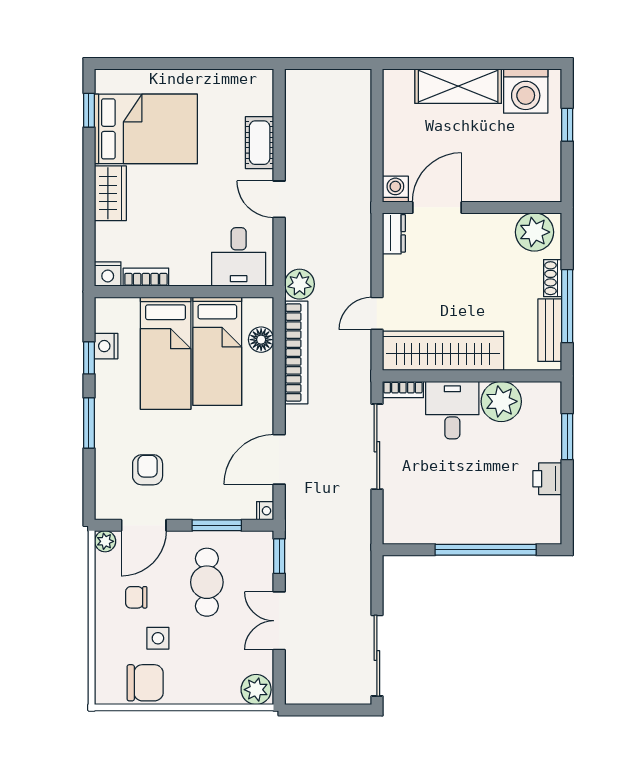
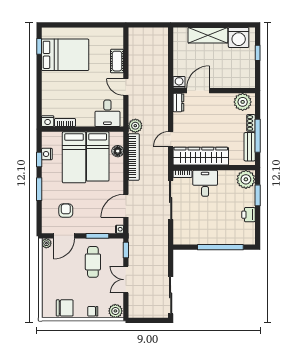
wardrobe: (110, 193) -> (49, 84), removed
plant: (501, 401) -> (246, 179), moved
chair: (136, 597) -> (93, 311), moved
side table: (158, 638) -> (71, 288), removed

